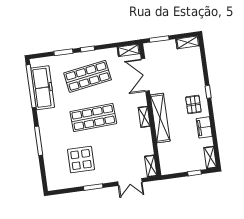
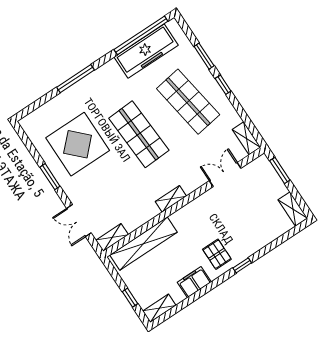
double door: (145, 75) -> (225, 175), width x0.73
pallet: (193, 104) -> (217, 254), turned 90
shelving: (160, 118) -> (143, 244), moved
display table: (81, 160) -> (78, 144), width x1.36, depth x1.36

